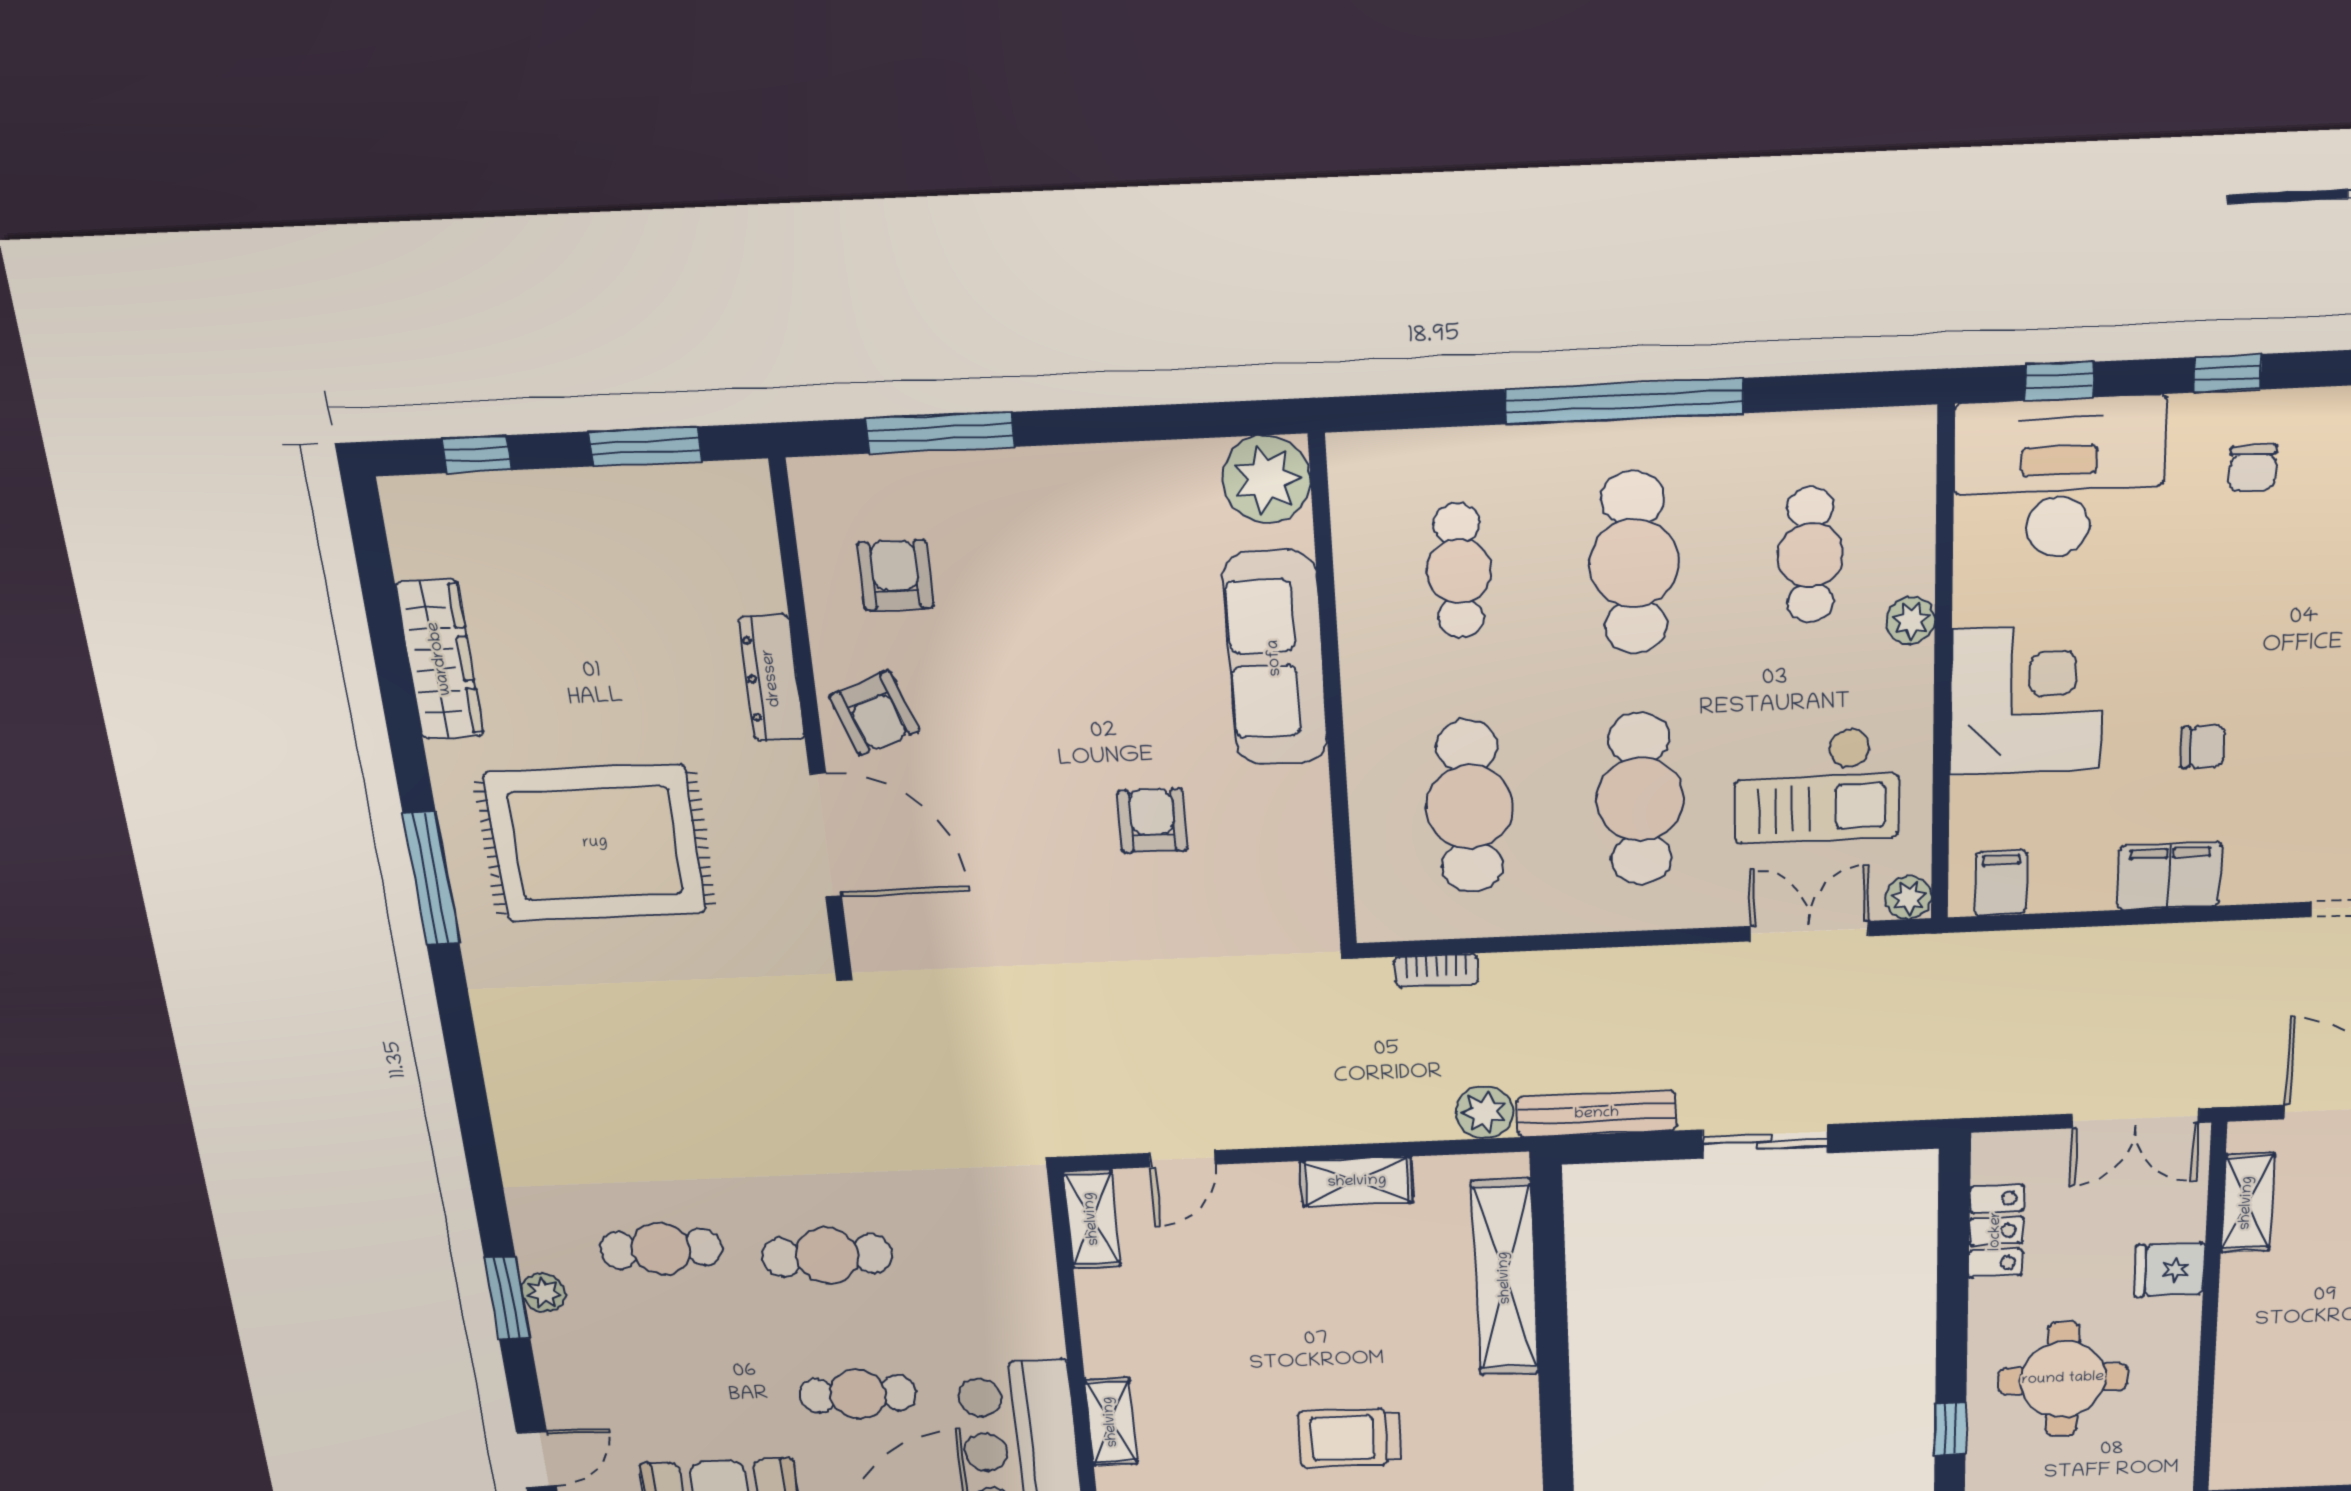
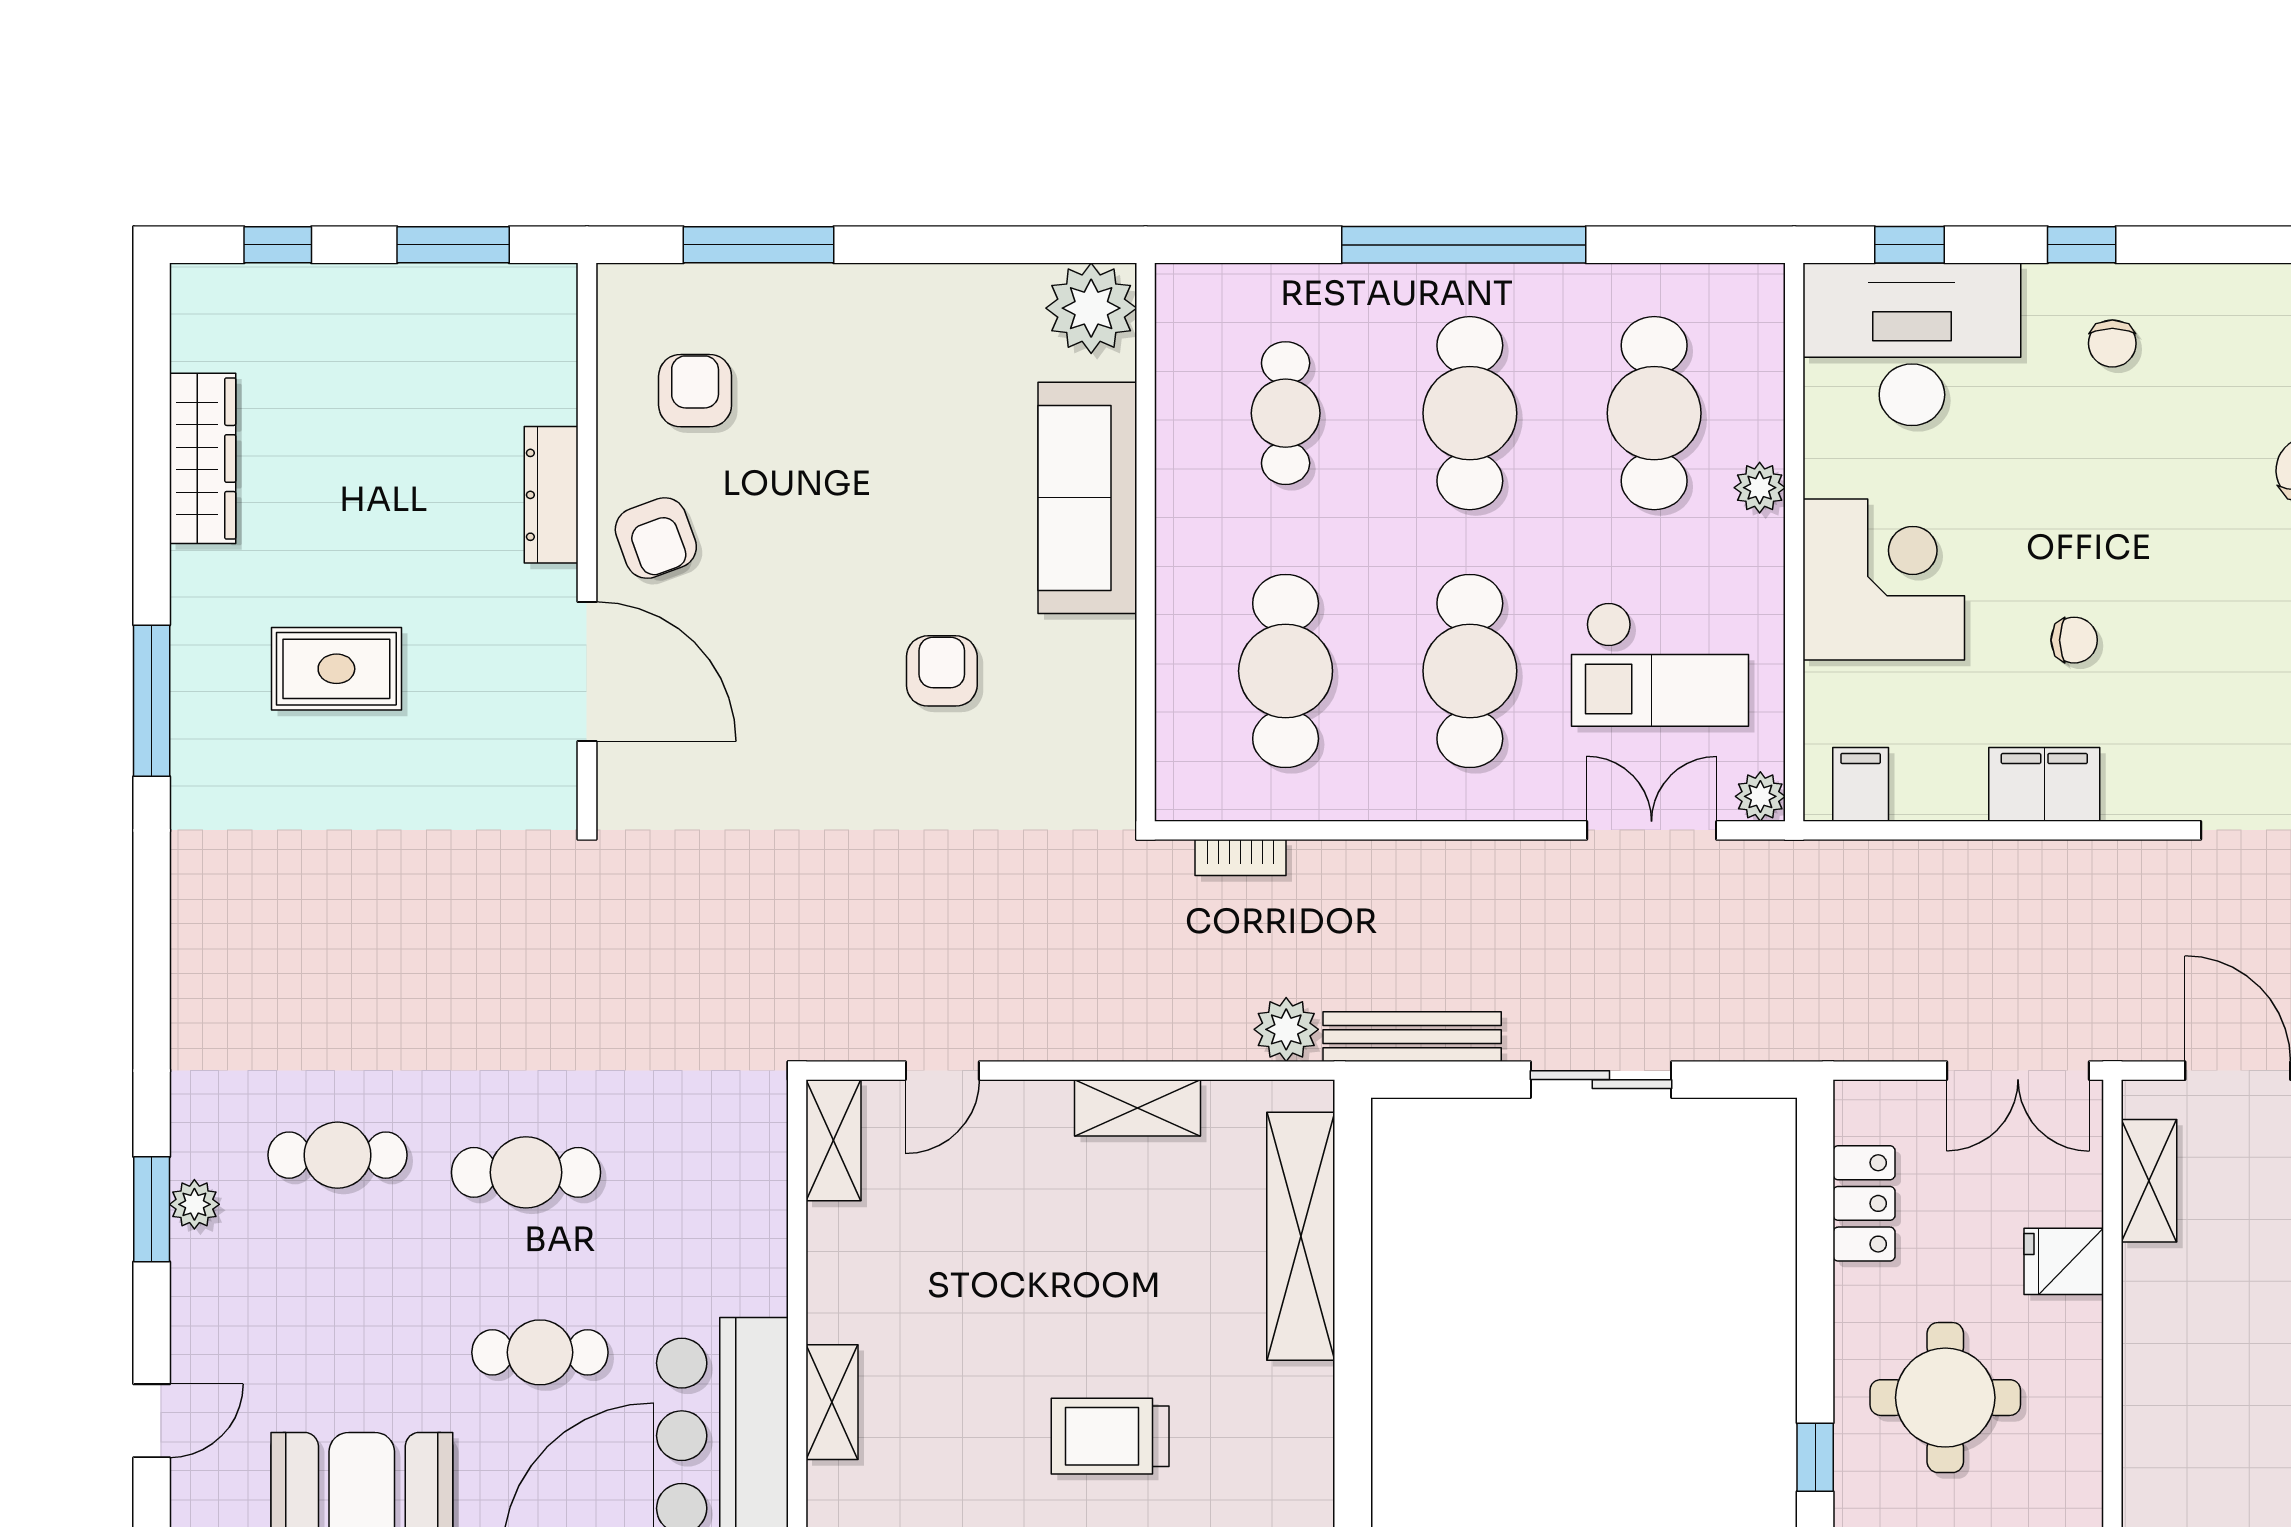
cafe table: (1810, 555) -> (1654, 413), width x1.37, depth x1.35
rug: (595, 843) -> (336, 669), width x0.54, depth x0.49

